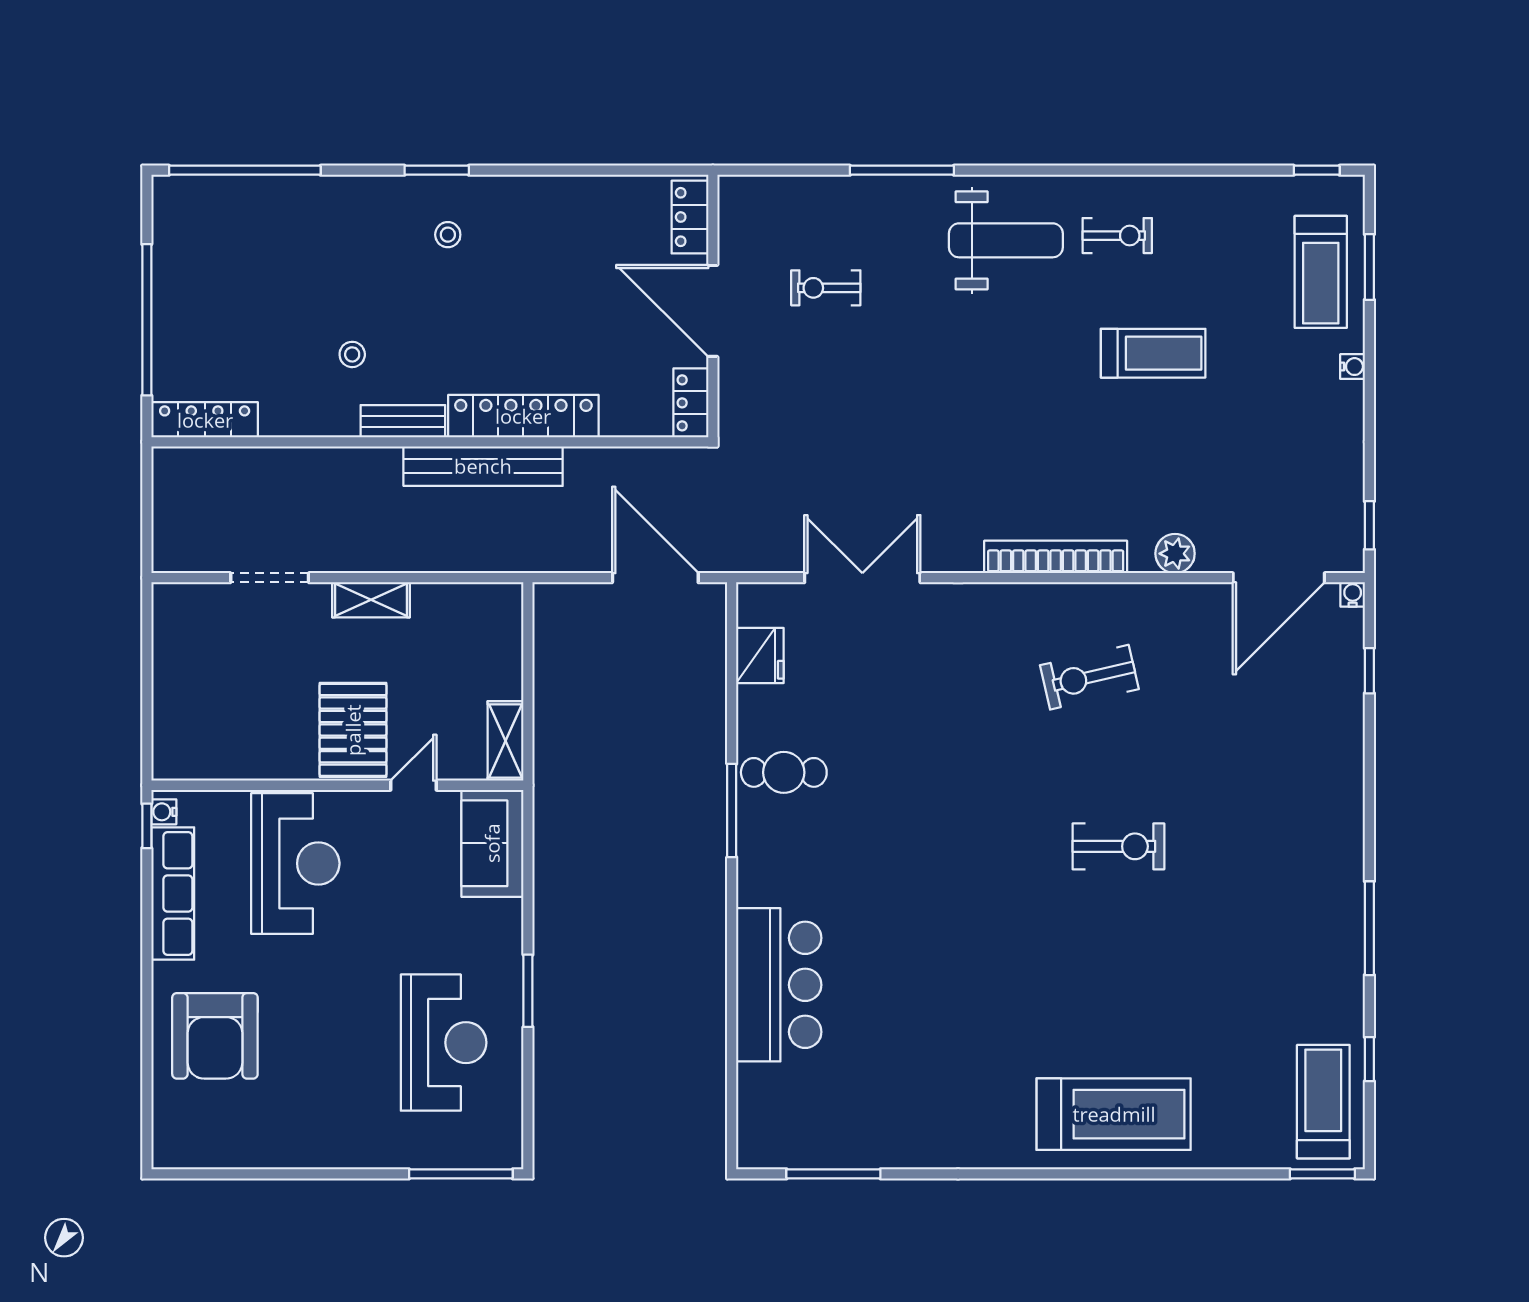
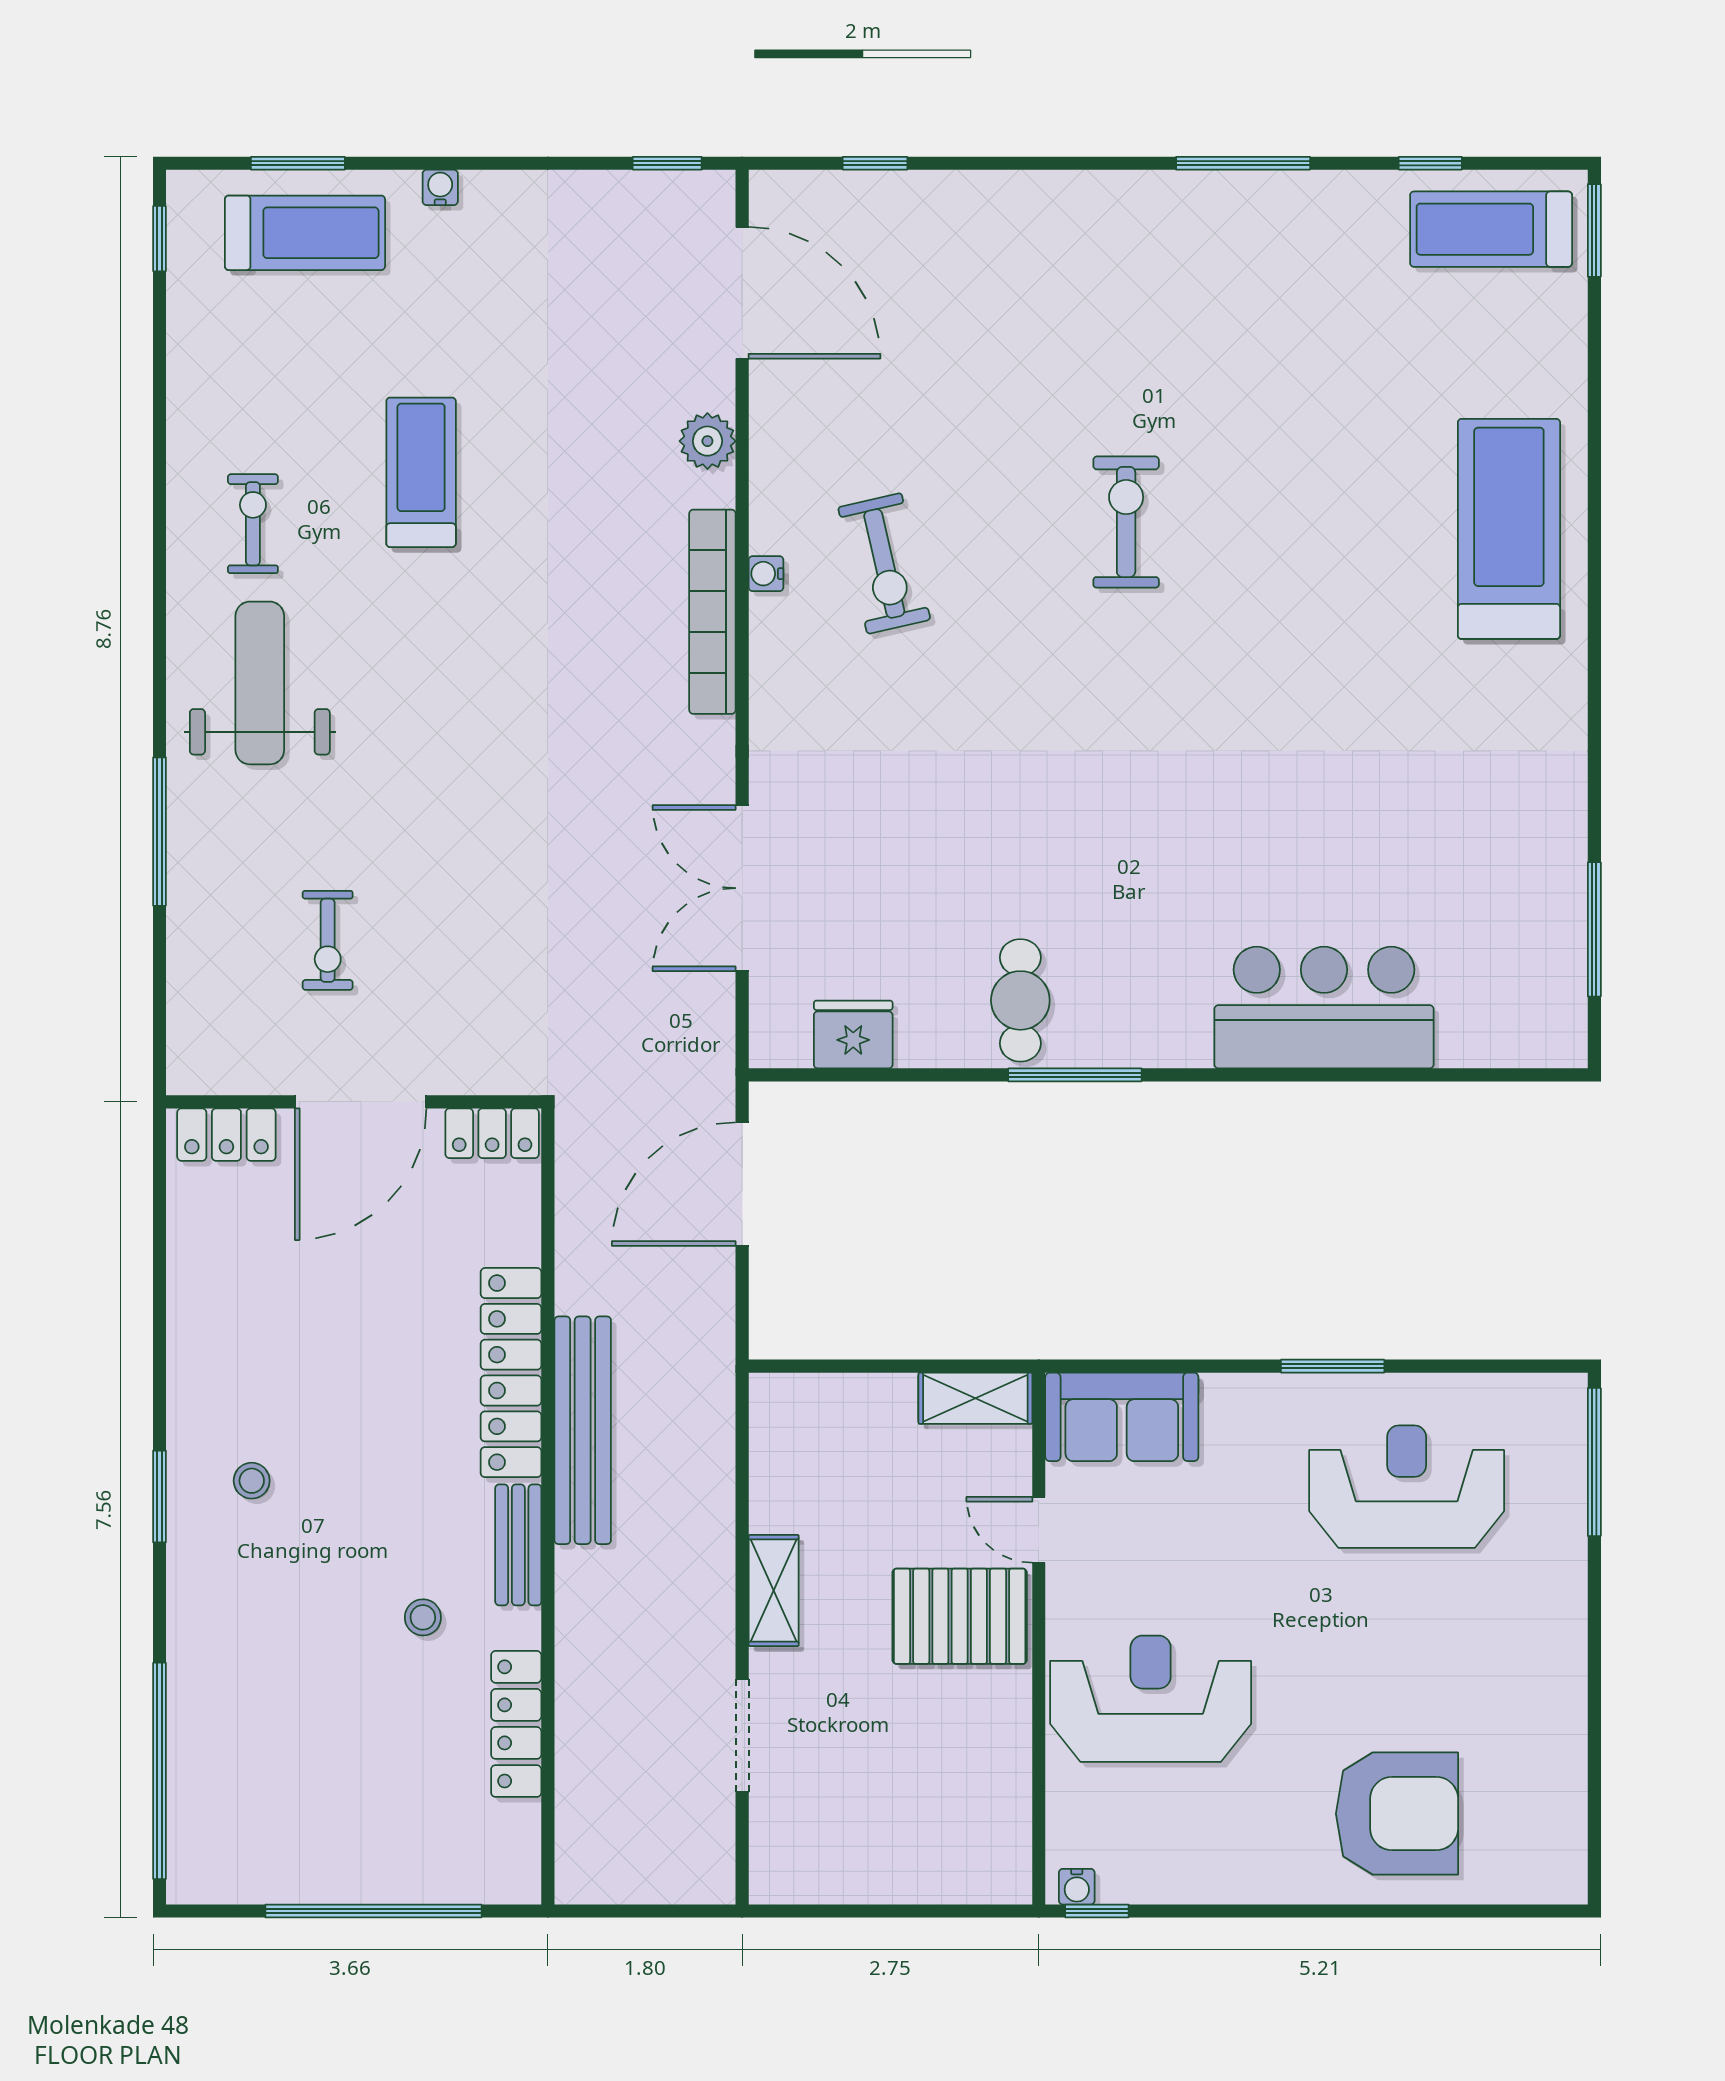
locker: (205, 420) -> (516, 1724), moved
water cooler: (1353, 594) -> (766, 574), moved
row of seats: (173, 894) -> (1194, 1874), removed

